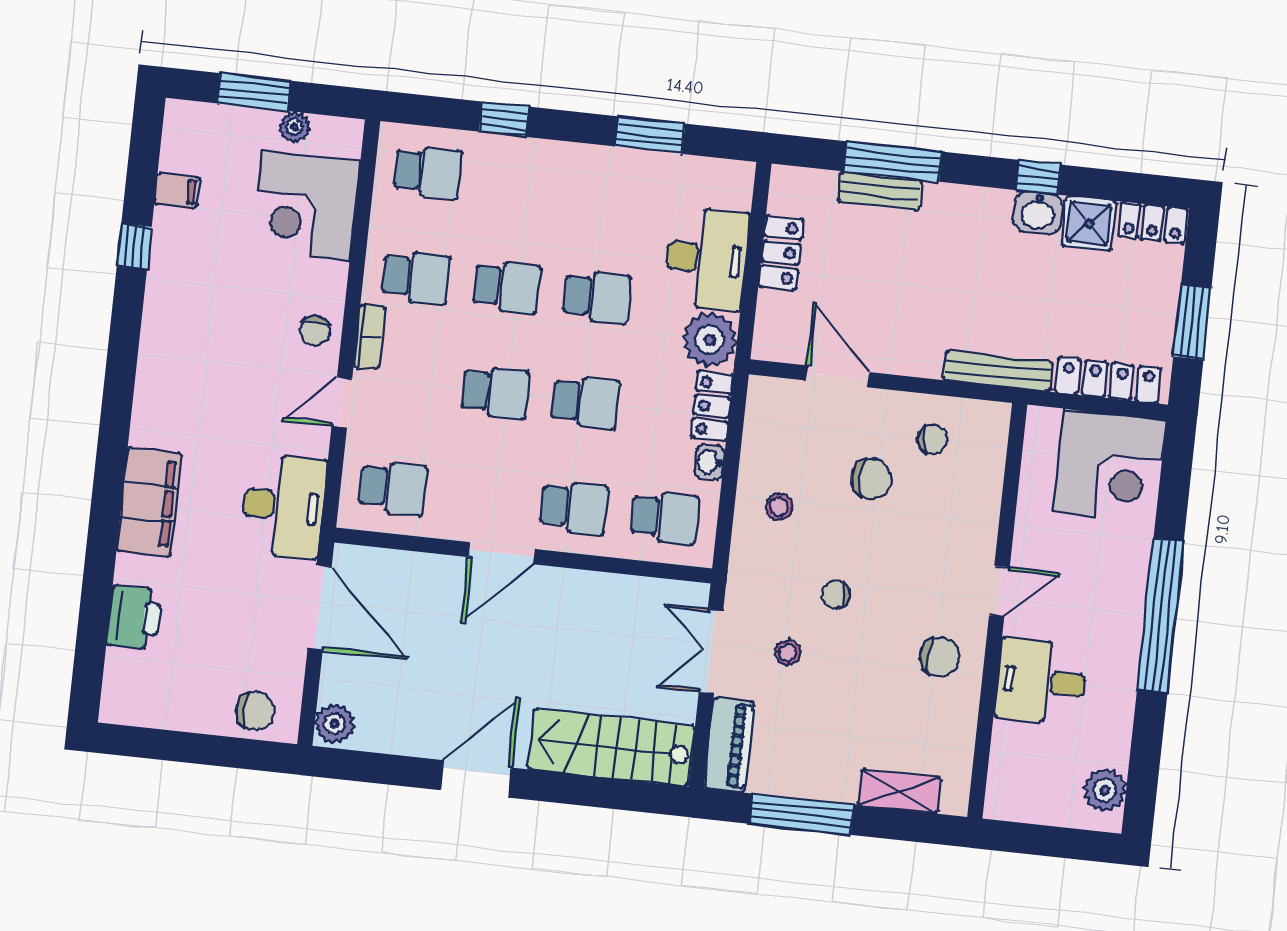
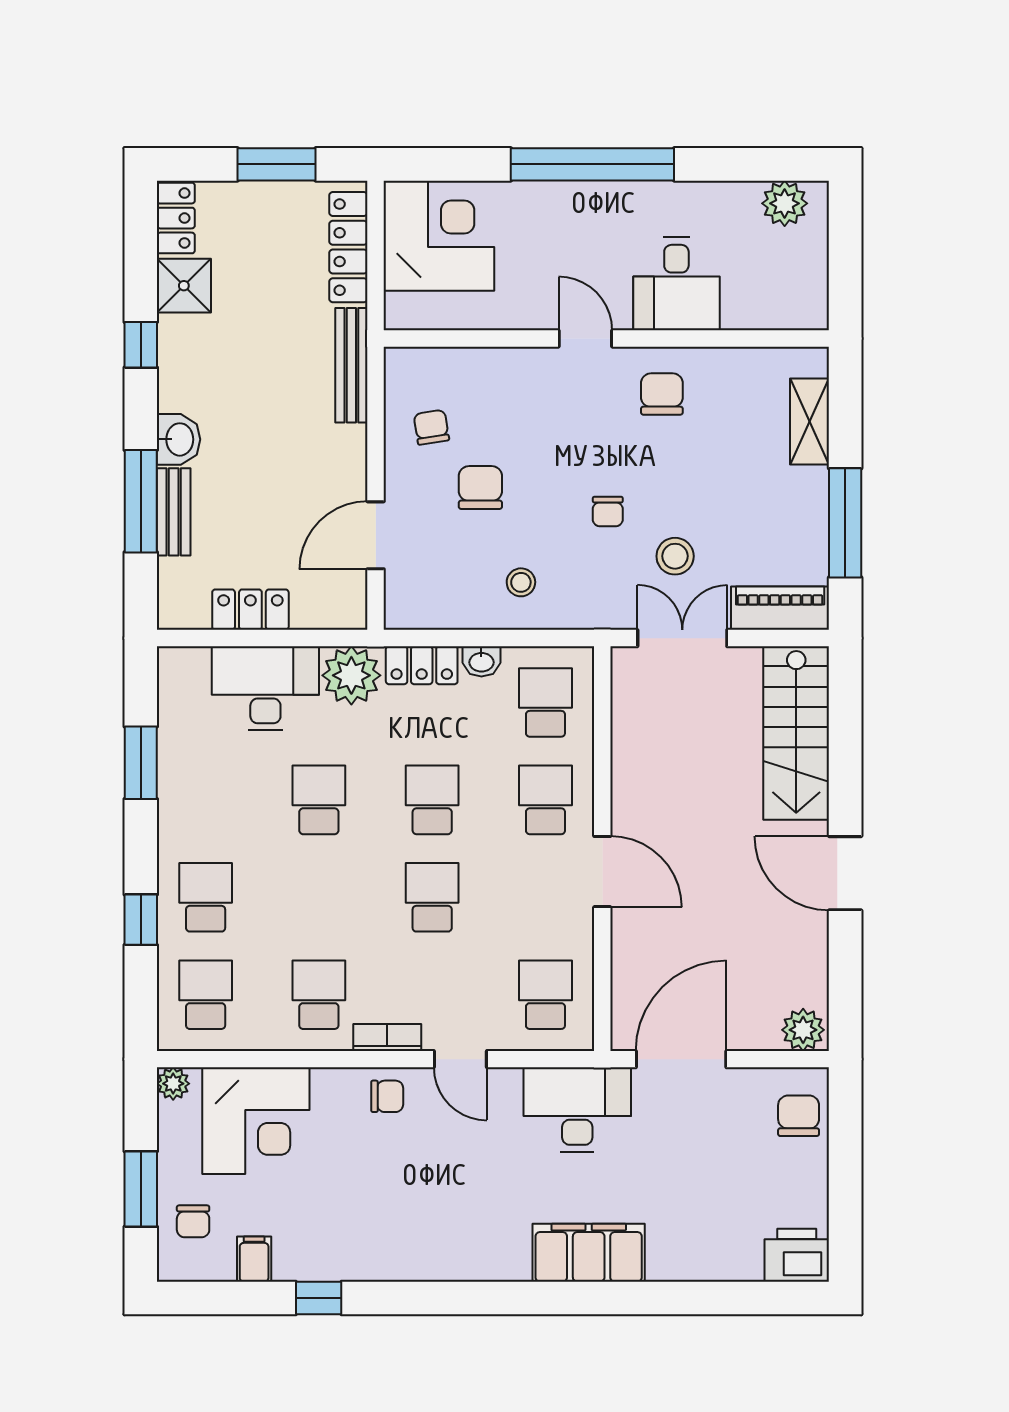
plant: (294, 127) -> (173, 1084), moved
chair: (218, 137) -> (193, 1221), added
washbasin: (1038, 213) -> (178, 439), moved
school desk: (507, 287) -> (206, 897), moved
printer: (134, 617) -> (797, 1255), moved
double door: (711, 651) -> (682, 638), swing flipped
stool: (788, 653) -> (675, 556), width x1.37, depth x1.37

